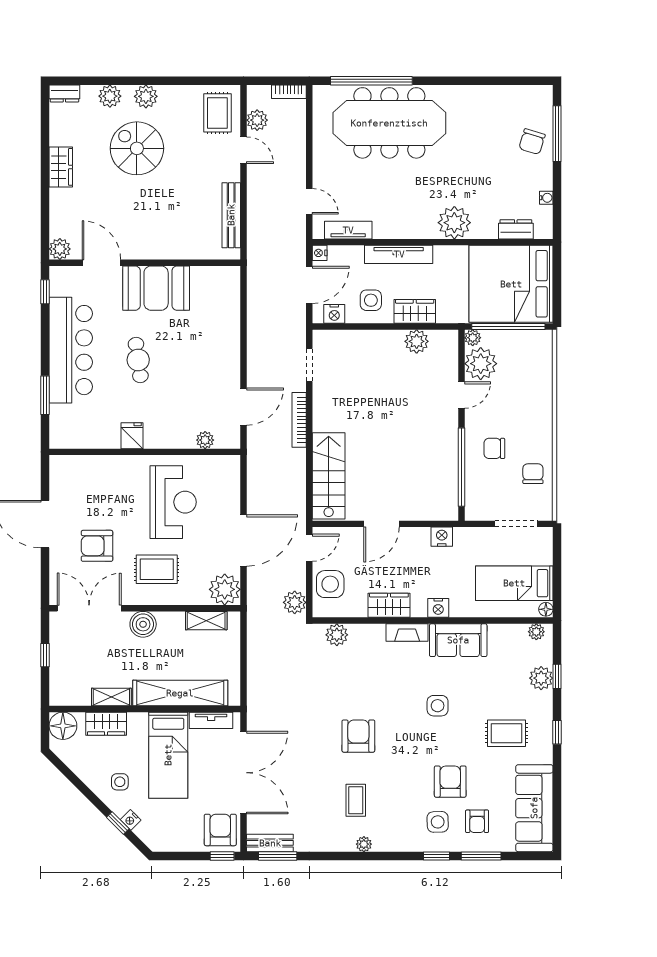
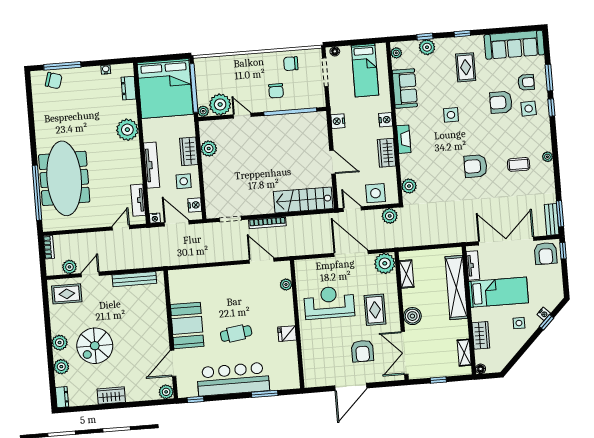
chair: (532, 142) -> (54, 81), moved
floor lamp: (546, 609) -> (335, 51), moved
sofa: (458, 640) -> (405, 88), moved
shelving: (111, 697) -> (464, 353), moved
floor lamp: (63, 726) -> (481, 369), width x0.53, depth x0.53
armchair: (220, 830) -> (546, 253), turned -90

